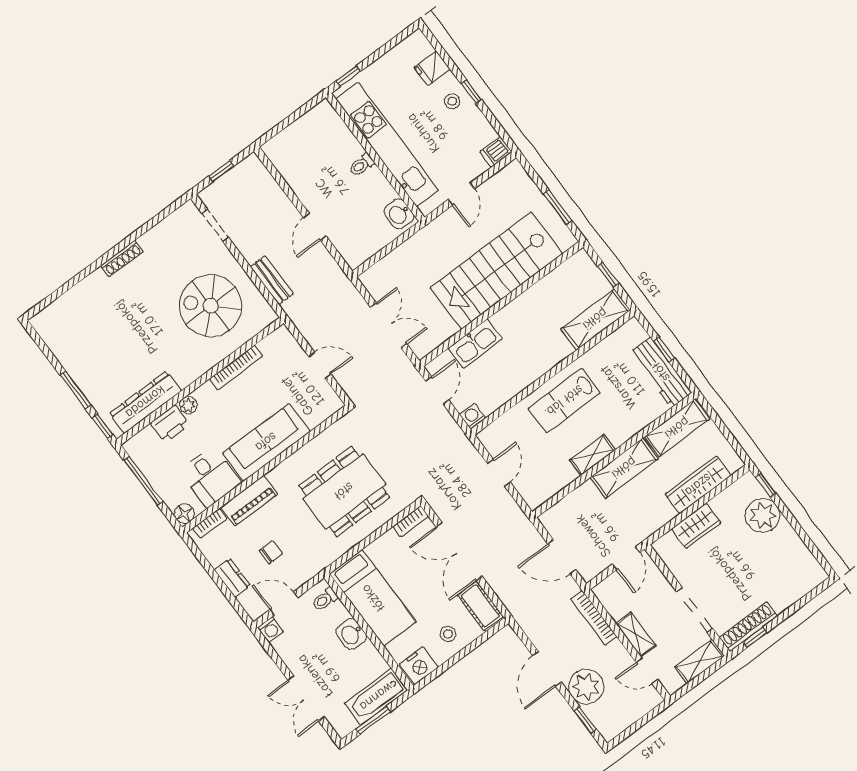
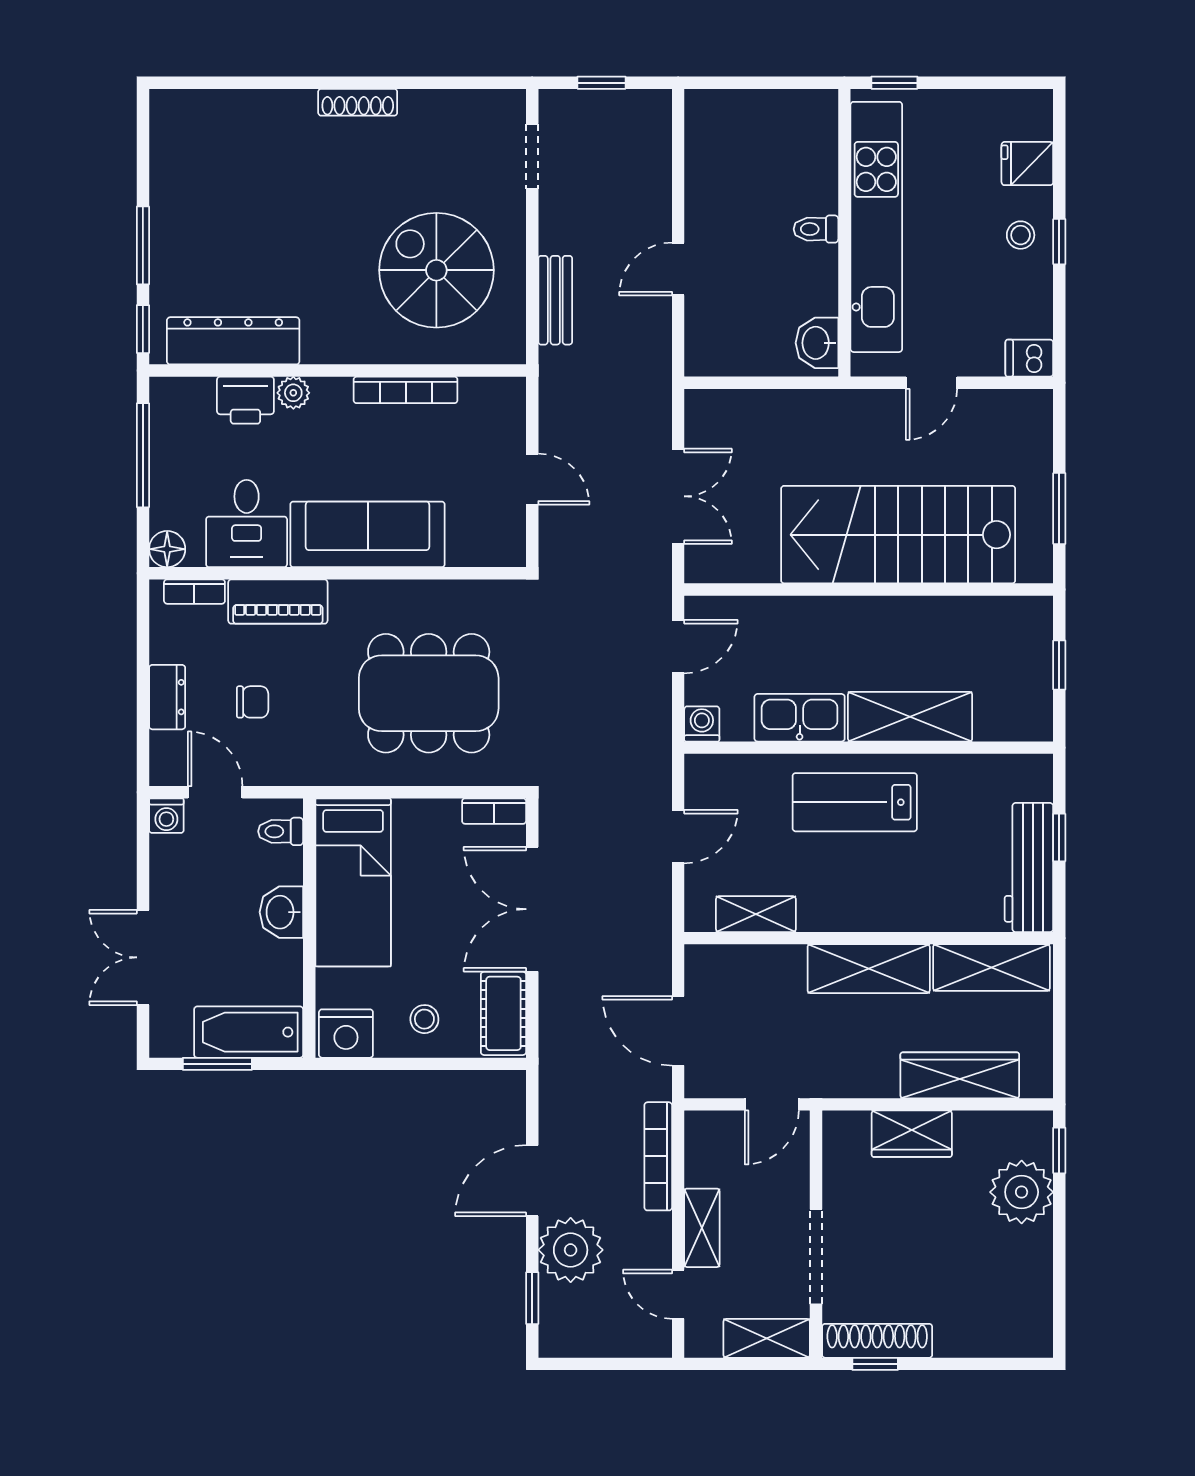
shelving: (595, 319) -> (910, 717), moved
kitchen sink: (475, 344) -> (800, 718), moved, turned 180
shelving: (592, 455) -> (756, 914), moved

